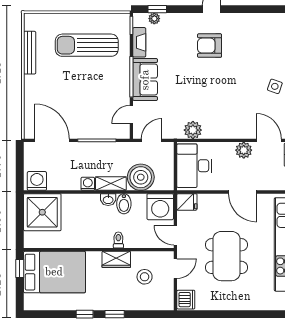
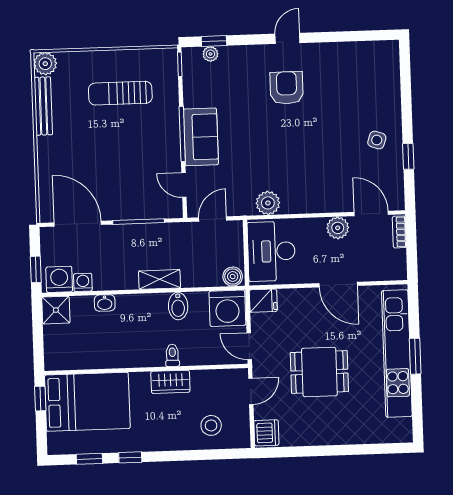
plant: (32, 21) -> (45, 64), added
fireplace: (139, 42) -> (191, 87), removed
sun lounger: (87, 45) -> (120, 93), width x0.73, depth x0.75
armchair: (210, 46) -> (287, 88), turned 90
door: (131, 115) -> (184, 185), hinge flipped
window: (20, 173) -> (36, 269), added
boiler: (141, 177) -> (233, 276), moved, width x0.54, depth x0.54
washing machine: (88, 184) -> (83, 282), moved
washbasin: (108, 200) -> (105, 303), moved
shower: (42, 212) -> (56, 310), width x0.54, depth x0.54
dining table: (226, 256) -> (319, 372), width x0.73
stool: (145, 277) -> (211, 425), moved
window: (115, 314) -> (89, 459), moved

